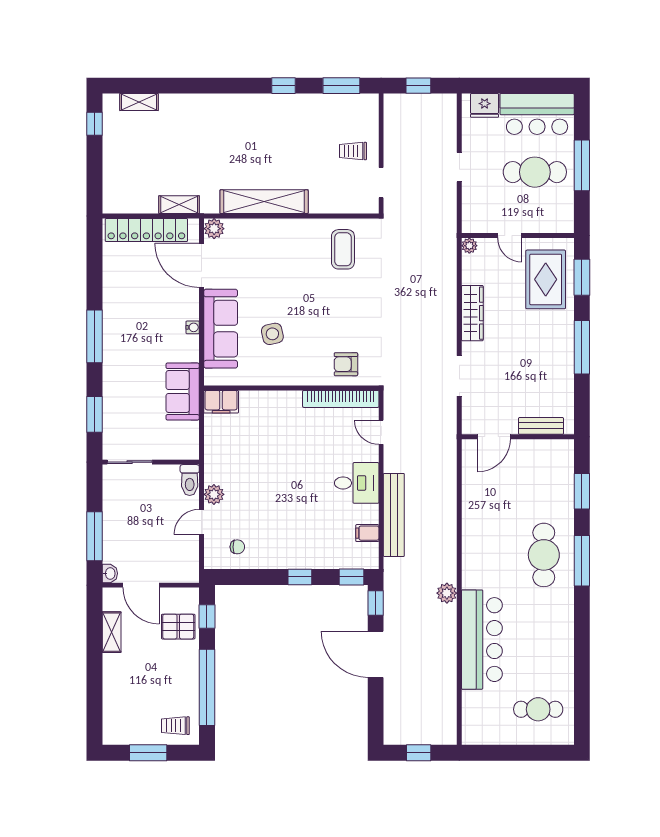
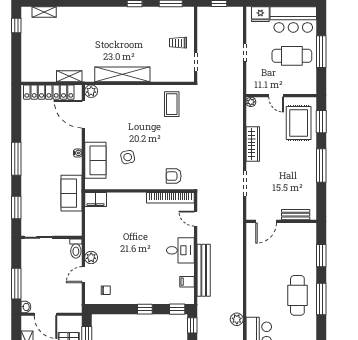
sofa: (221, 329) -> (95, 160), width x0.73

